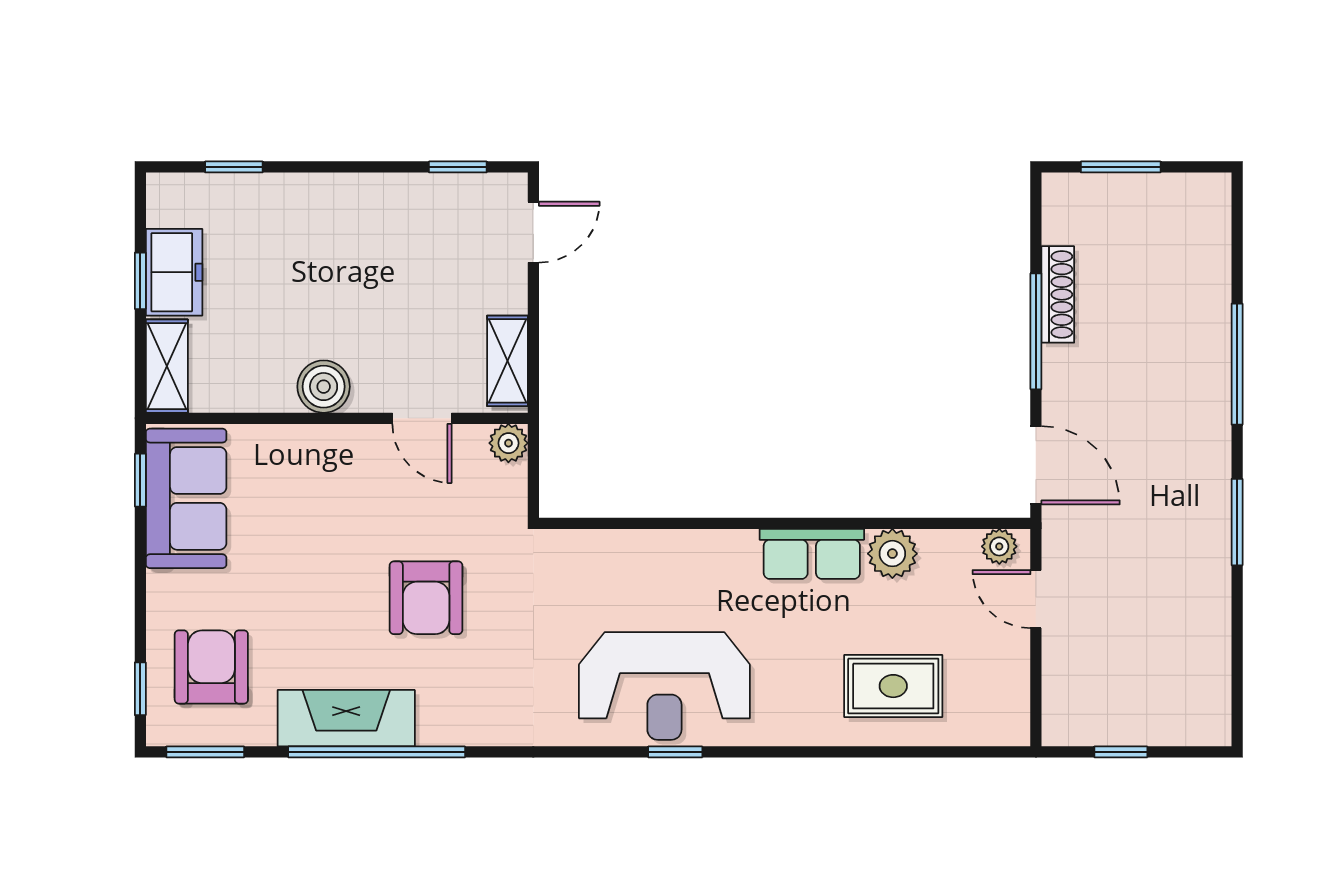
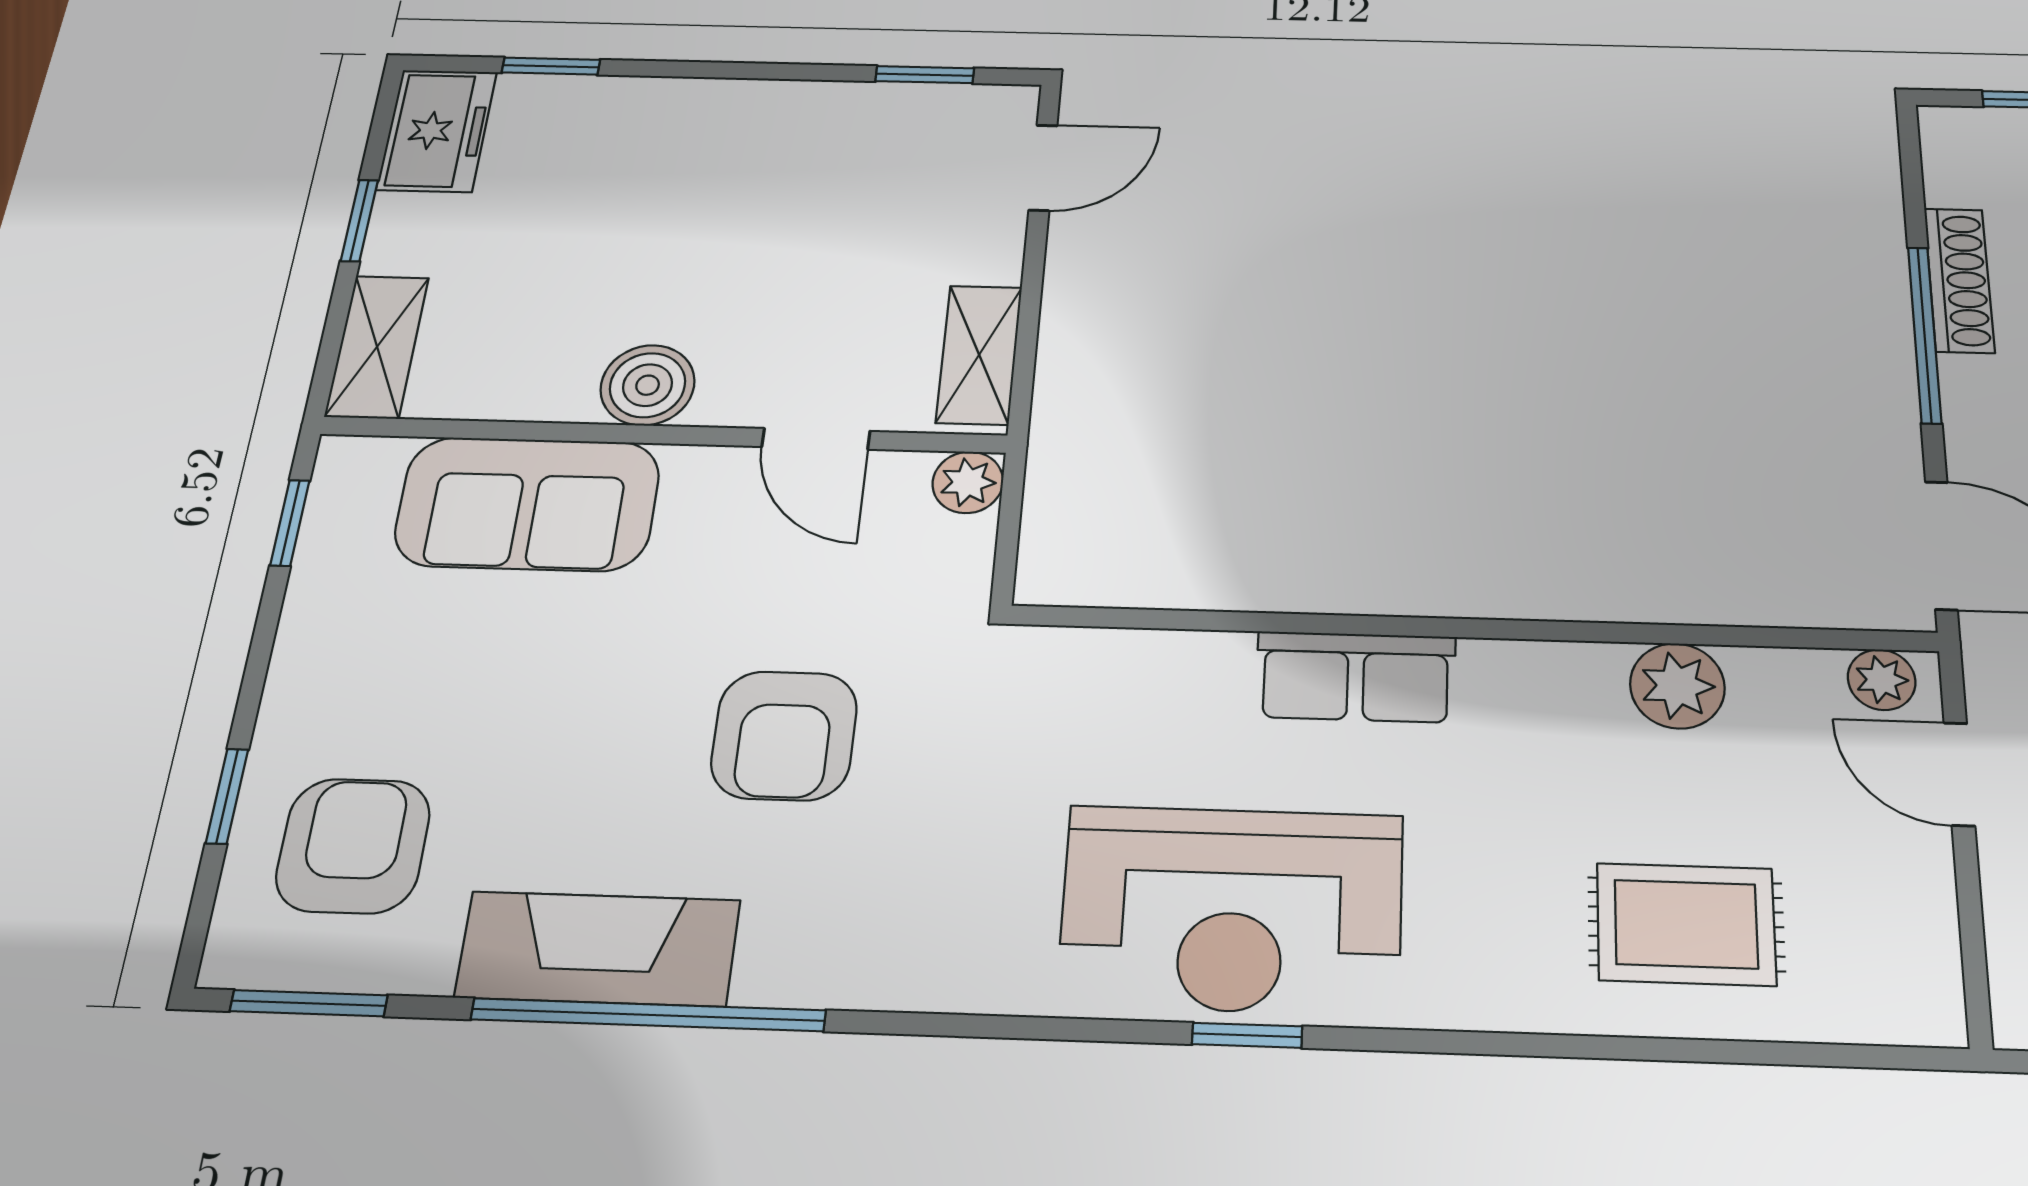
freezer: (174, 272) -> (437, 131), moved
sofa: (186, 498) -> (527, 504), moved, turned 90
row of seats: (812, 554) -> (1356, 677), moved
window: (140, 689) -> (227, 796), moved

